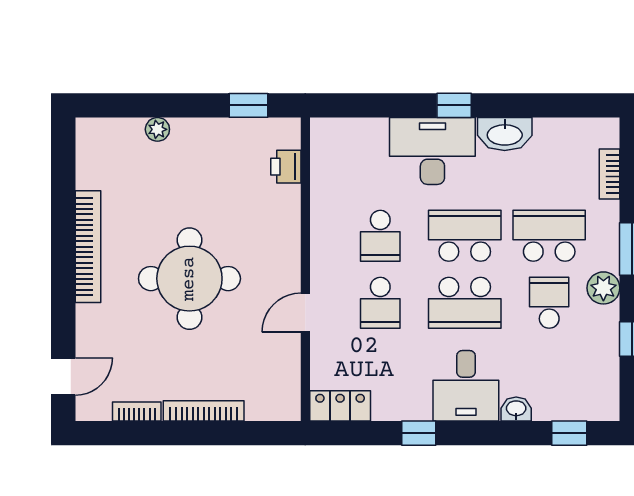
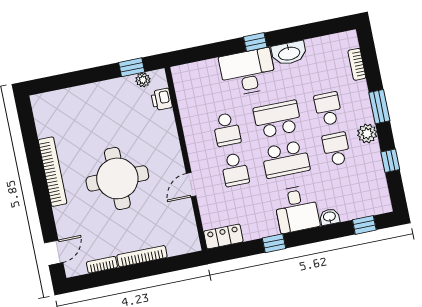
plant: (157, 129) -> (143, 80), moved
school desk: (549, 236) -> (328, 109), width x0.54

